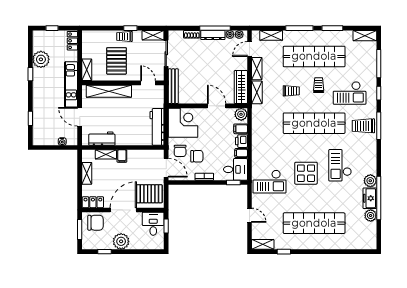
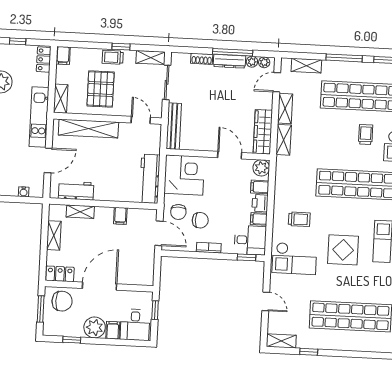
filing cabinet: (87, 37) -> (63, 55), added
trolley: (291, 91) -> (299, 219), moved
door: (80, 117) -> (48, 160), swing flipped
filing cabinet: (122, 156) -> (120, 216), moved
pallet: (149, 194) -> (135, 267), removed
desk: (153, 224) -> (135, 325), moved, turned 180
filing cabinet: (135, 243) -> (113, 330), added

